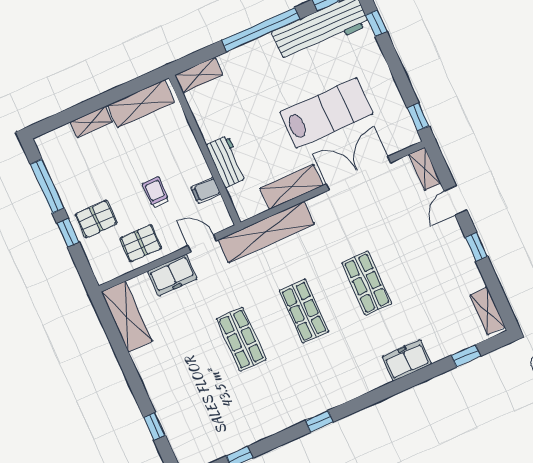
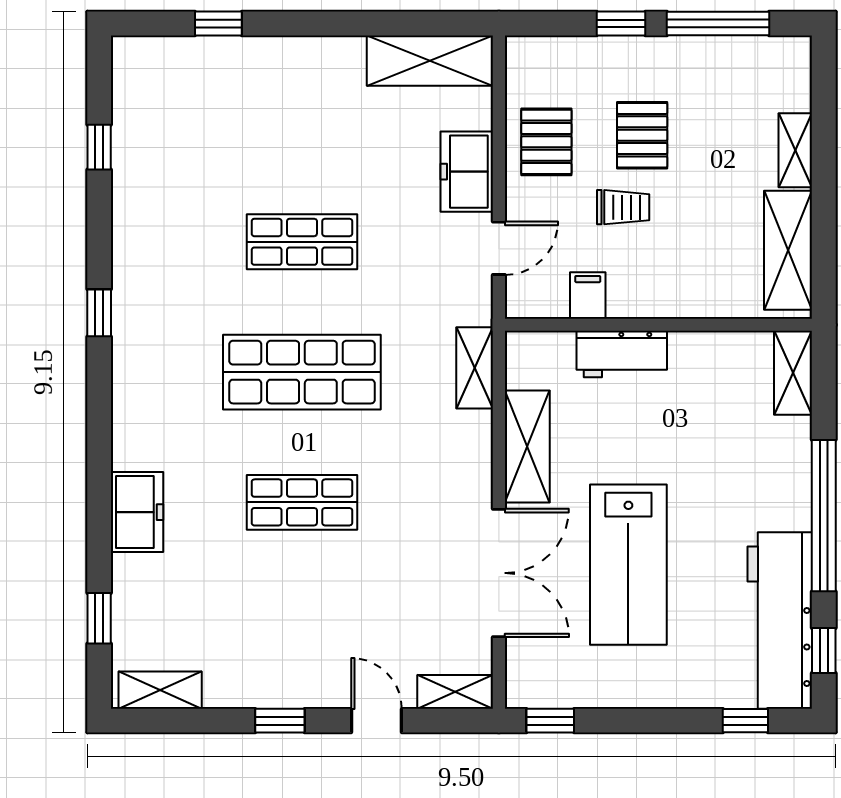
pallet: (96, 219) -> (642, 135), moved
shelving: (266, 232) -> (475, 368), width x0.45, depth x0.75
shop shelf: (304, 311) -> (302, 372), width x1.43, depth x1.36

